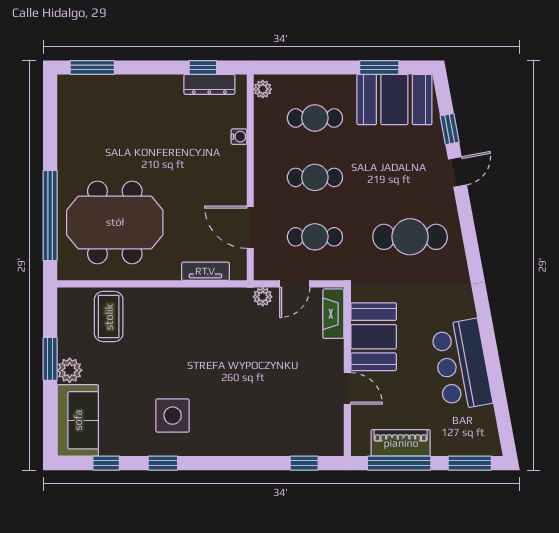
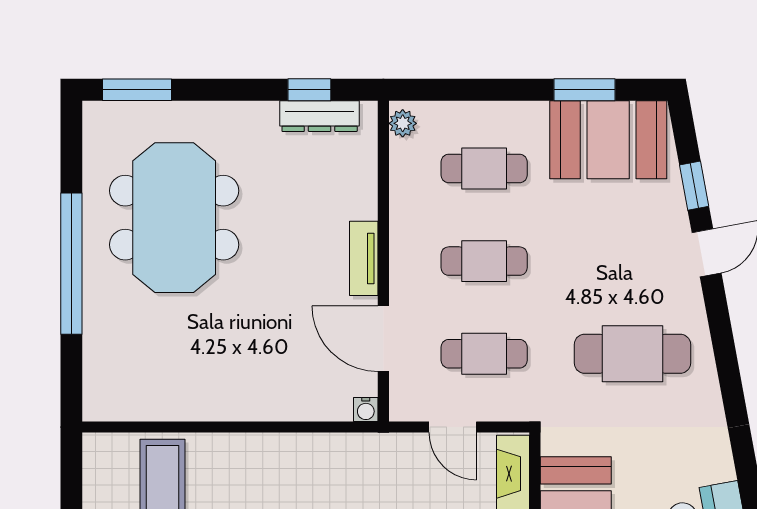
water cooler: (239, 137) -> (366, 409), moved, turned 90
window: (50, 216) -> (71, 264), moved
meeting table: (115, 222) -> (174, 218), moved, turned 90
tv unit: (205, 271) -> (364, 258), moved, turned -90
door: (295, 284) -> (453, 427), hinge flipped
plant: (263, 297) -> (403, 447), removed

